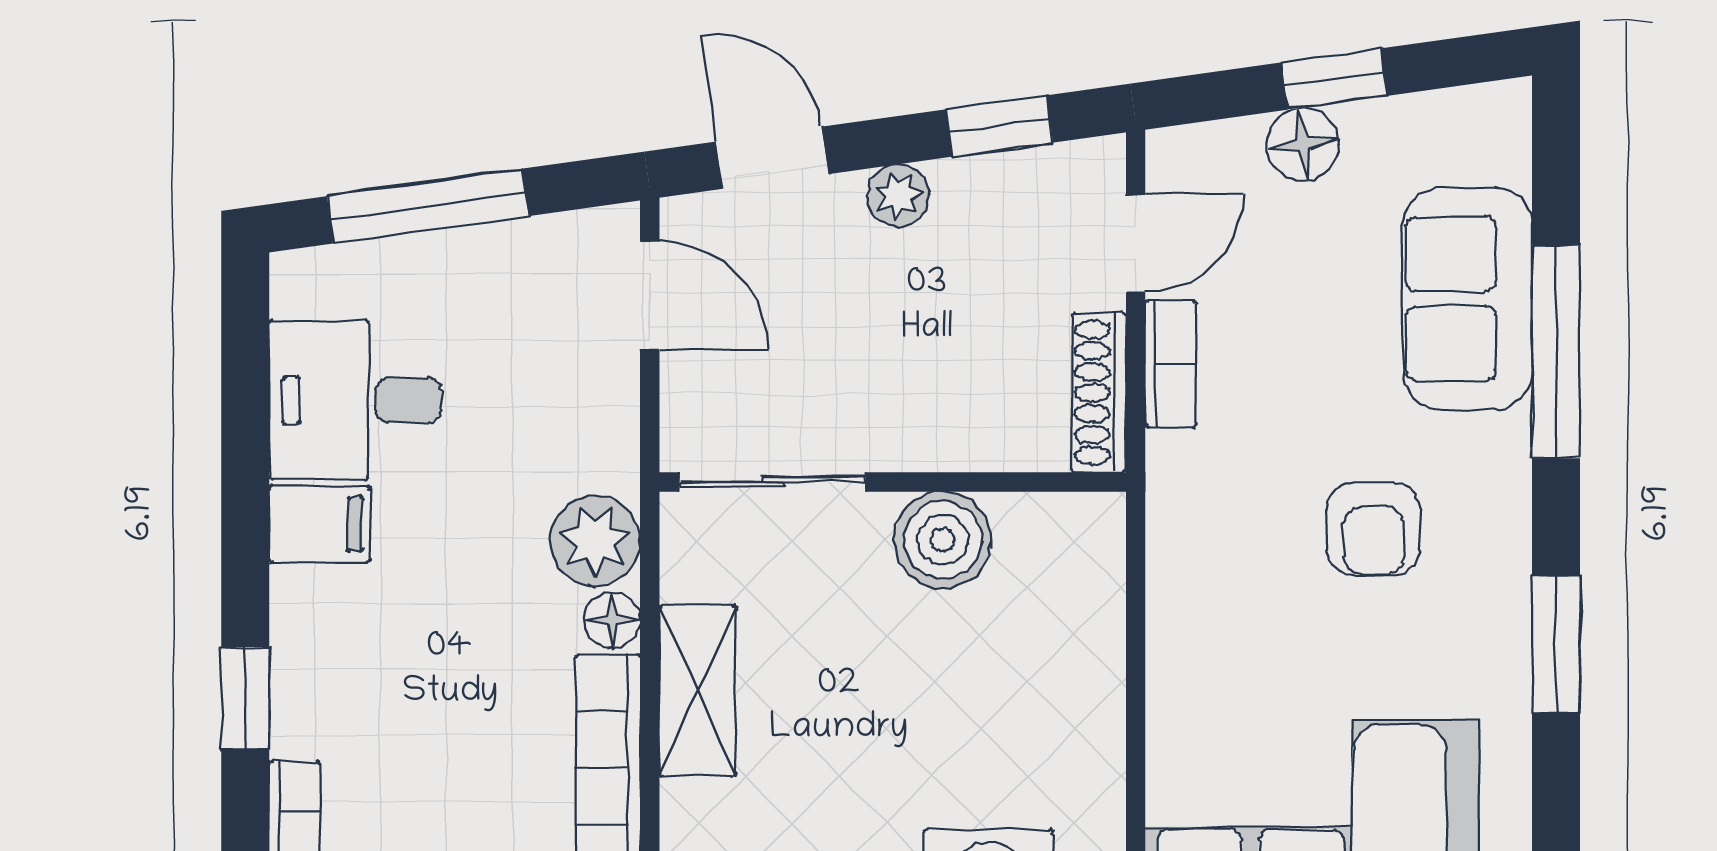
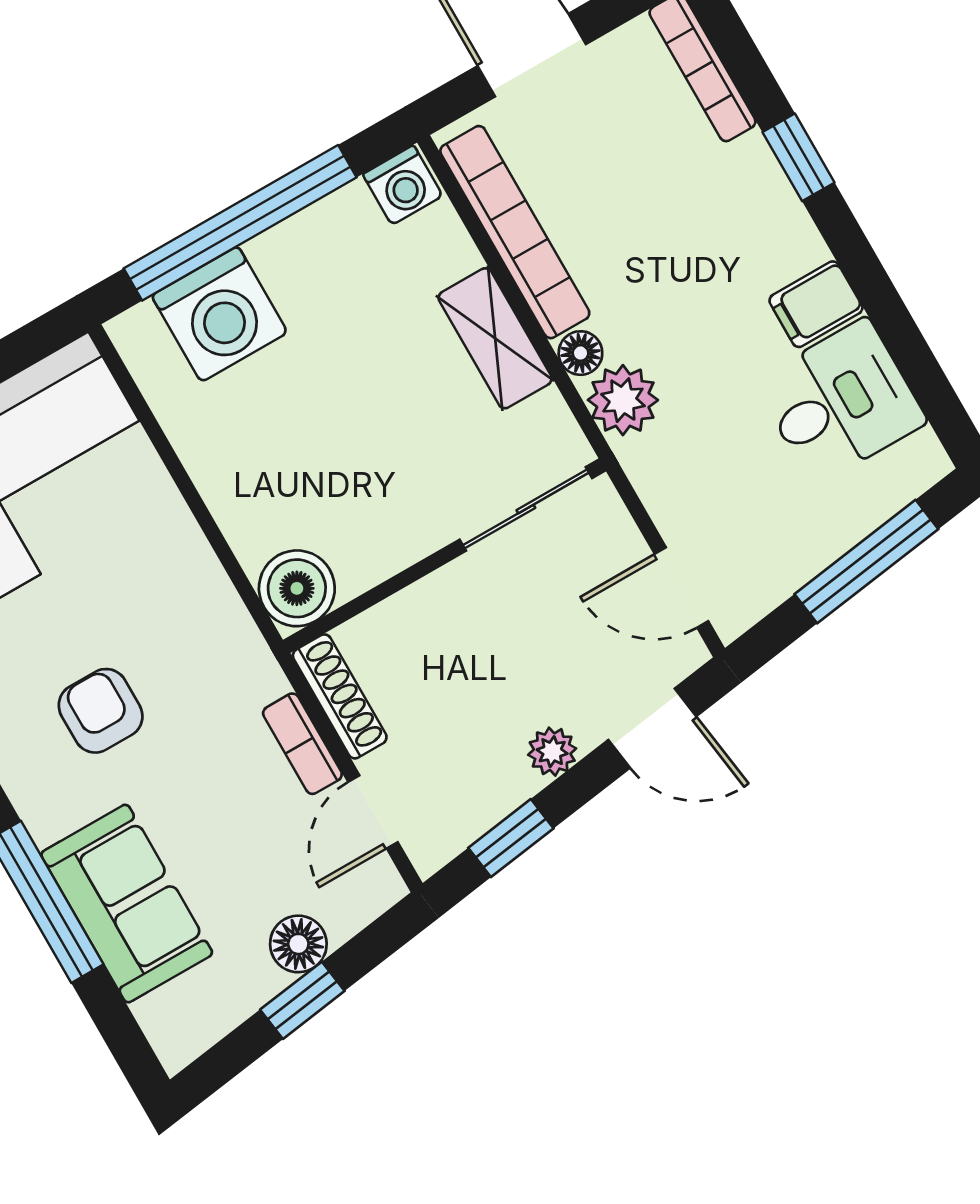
boiler: (943, 540) -> (297, 588), moved

